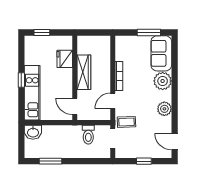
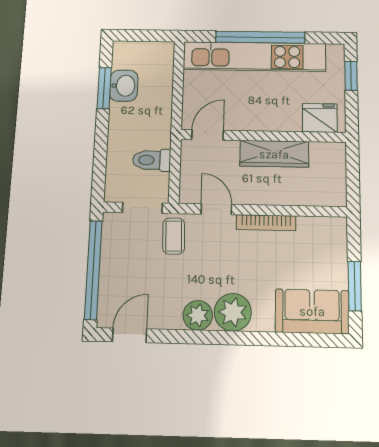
fridge: (65, 59) -> (320, 118), moved
window: (21, 80) -> (260, 37), width x3.17
plant: (163, 81) -> (233, 312), moved
kitchen unit: (32, 93) -> (254, 57), width x1.36
washbasin: (33, 132) -> (124, 86), moved, turned 180
window: (144, 161) -> (93, 270), width x3.17

